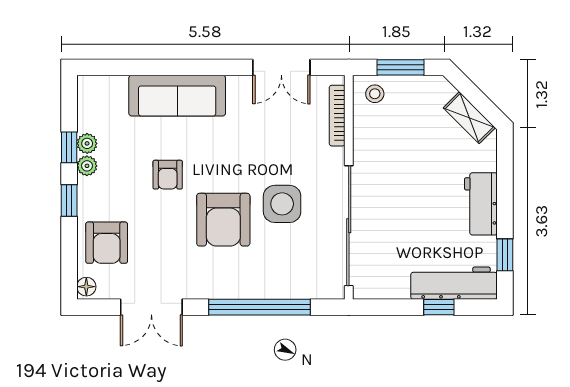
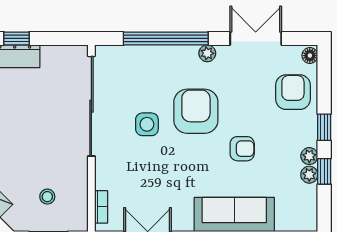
stool: (375, 94) -> (47, 197), moved
bookcase: (337, 116) -> (101, 207), width x0.64
armchair: (168, 175) -> (242, 149), turned 90
side table: (282, 204) -> (147, 124), width x0.73, depth x0.73
plant: (210, 289) -> (207, 53), added

